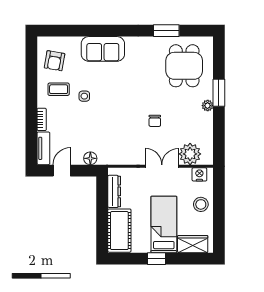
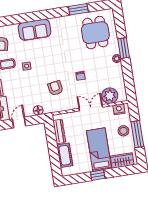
armchair: (118, 132) -> (55, 88), added
window: (219, 212) -> (137, 134), added
cot: (119, 231) -> (65, 155), width x0.73, depth x0.75

